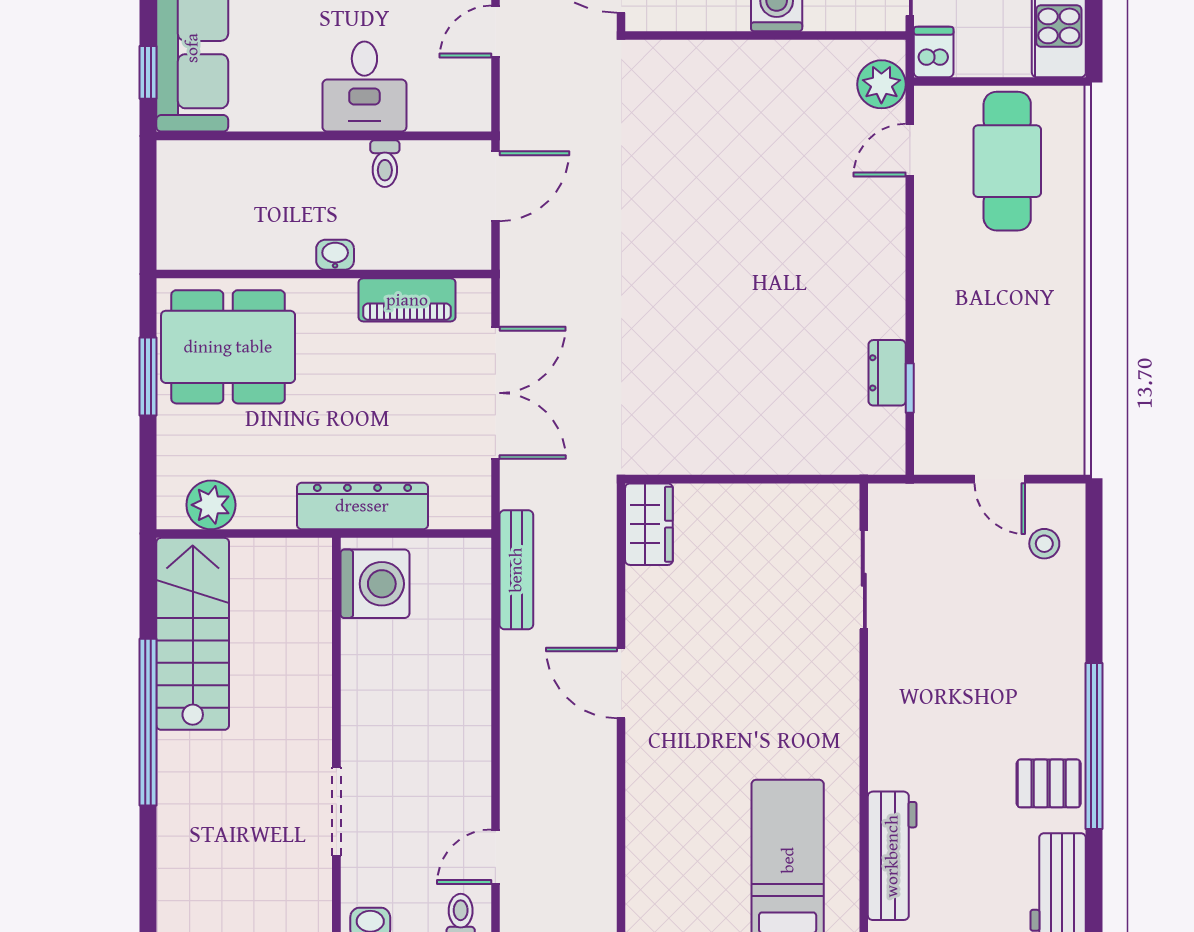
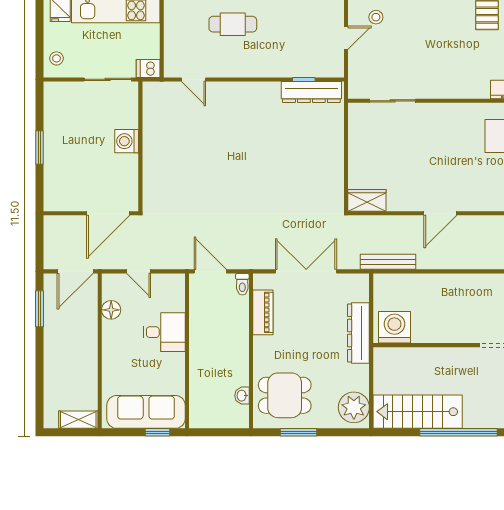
plant: (881, 84) -> (163, 93), removed
cafe table: (1007, 161) -> (233, 24), moved, width x0.73, depth x0.74
toilet: (385, 164) -> (242, 284), moved, turned 90
washbasin: (335, 255) -> (242, 396), moved
dining table: (228, 347) -> (285, 395), width x0.73
dresser: (887, 373) -> (311, 92), width x1.96, depth x1.24
plant: (211, 505) -> (354, 407), width x1.36, depth x1.36

